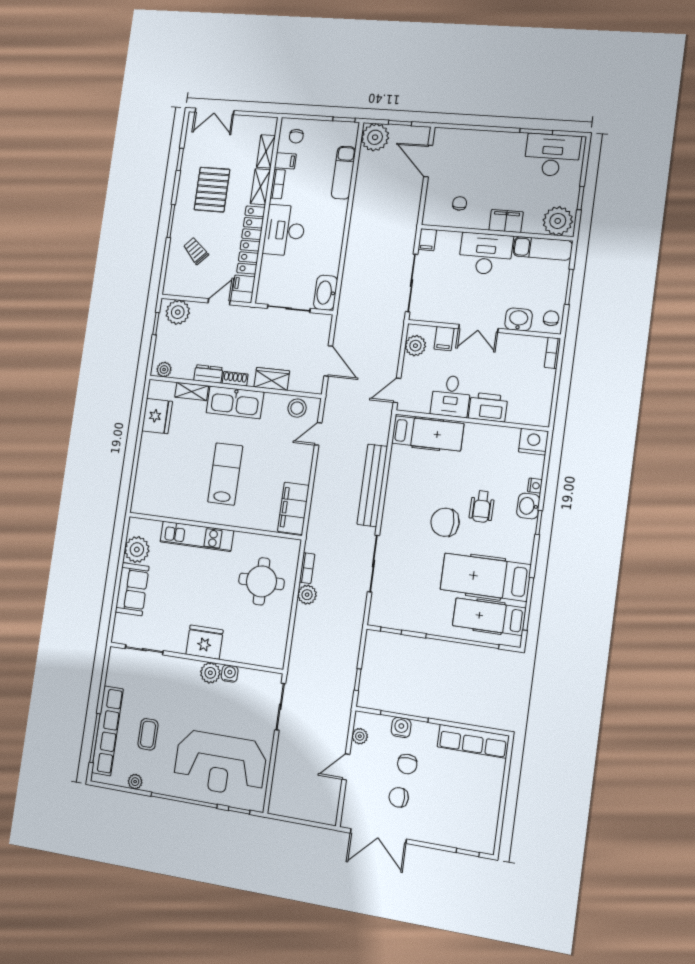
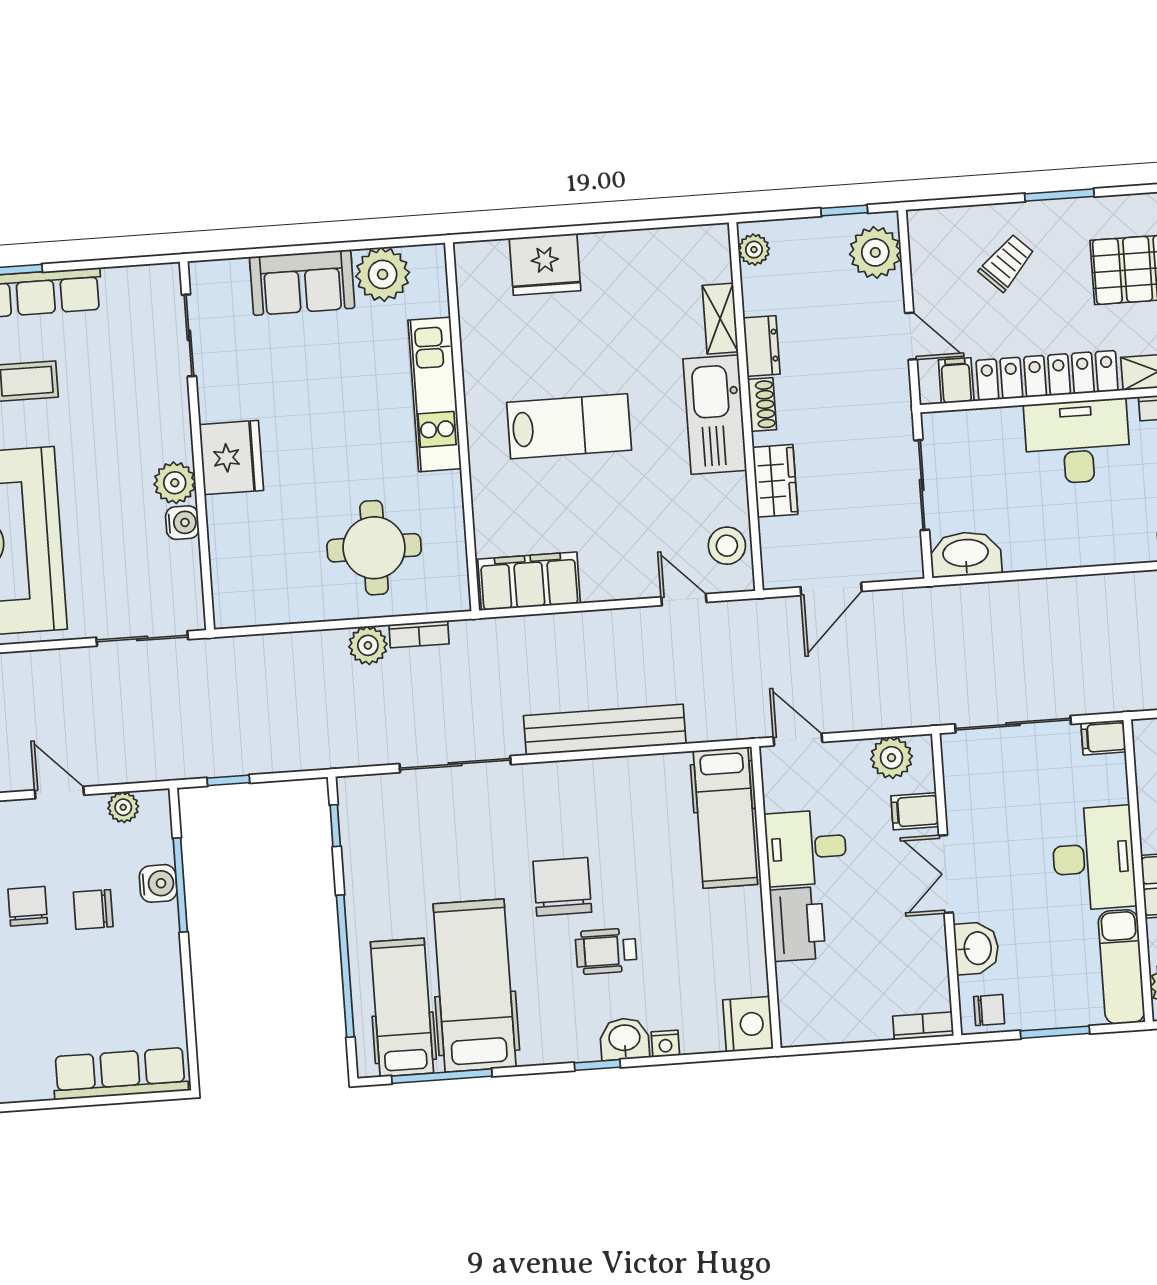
fridge: (157, 416) -> (545, 264), moved
row of seats: (473, 741) -> (120, 1074), moved, turned 90

